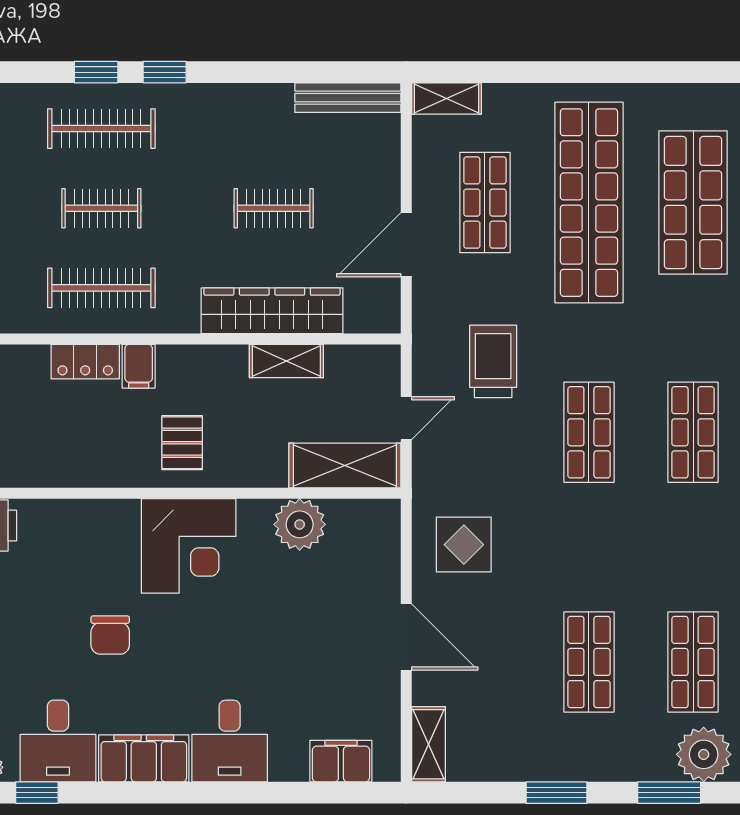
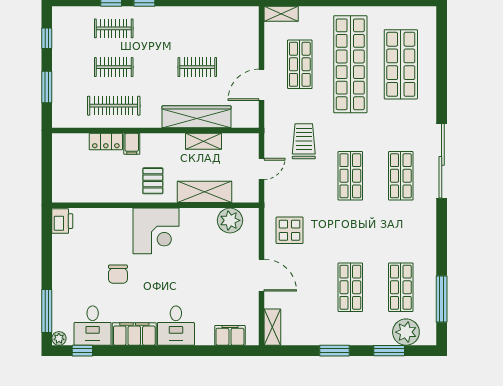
bench: (348, 98) -> (233, 13), removed
clothes rail: (101, 129) -> (114, 28), width x0.73
shelving: (345, 465) -> (205, 192), moved
plant: (300, 524) -> (230, 220), moved

